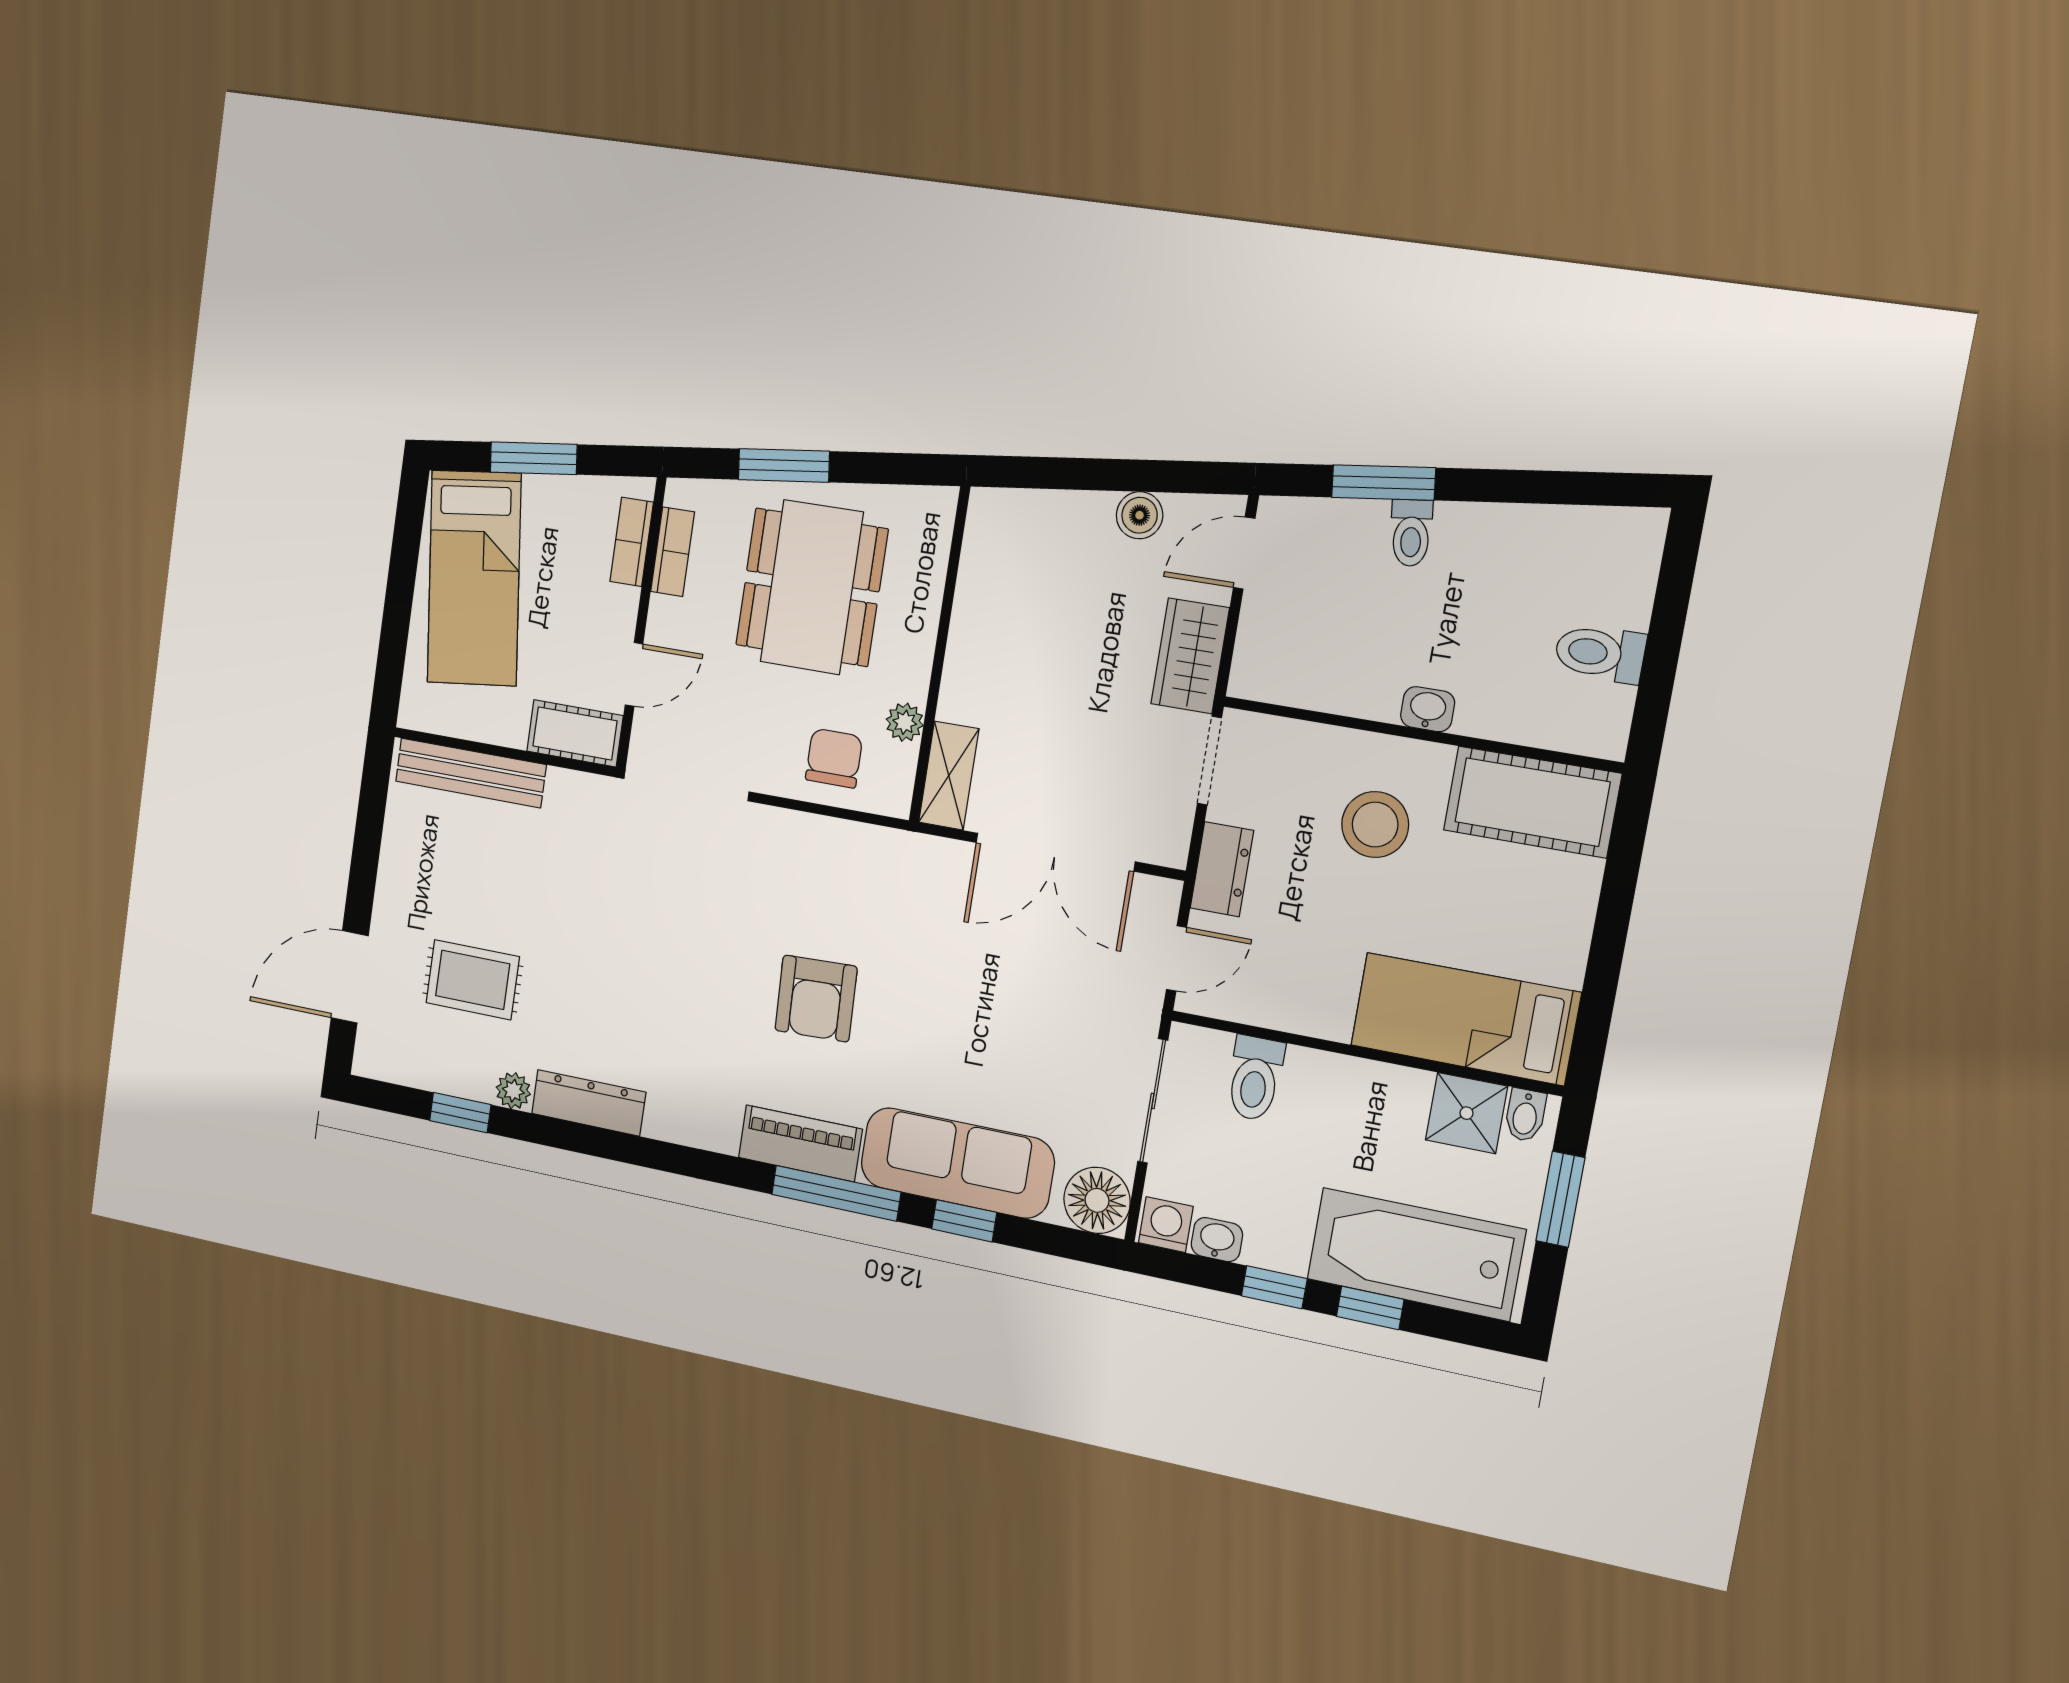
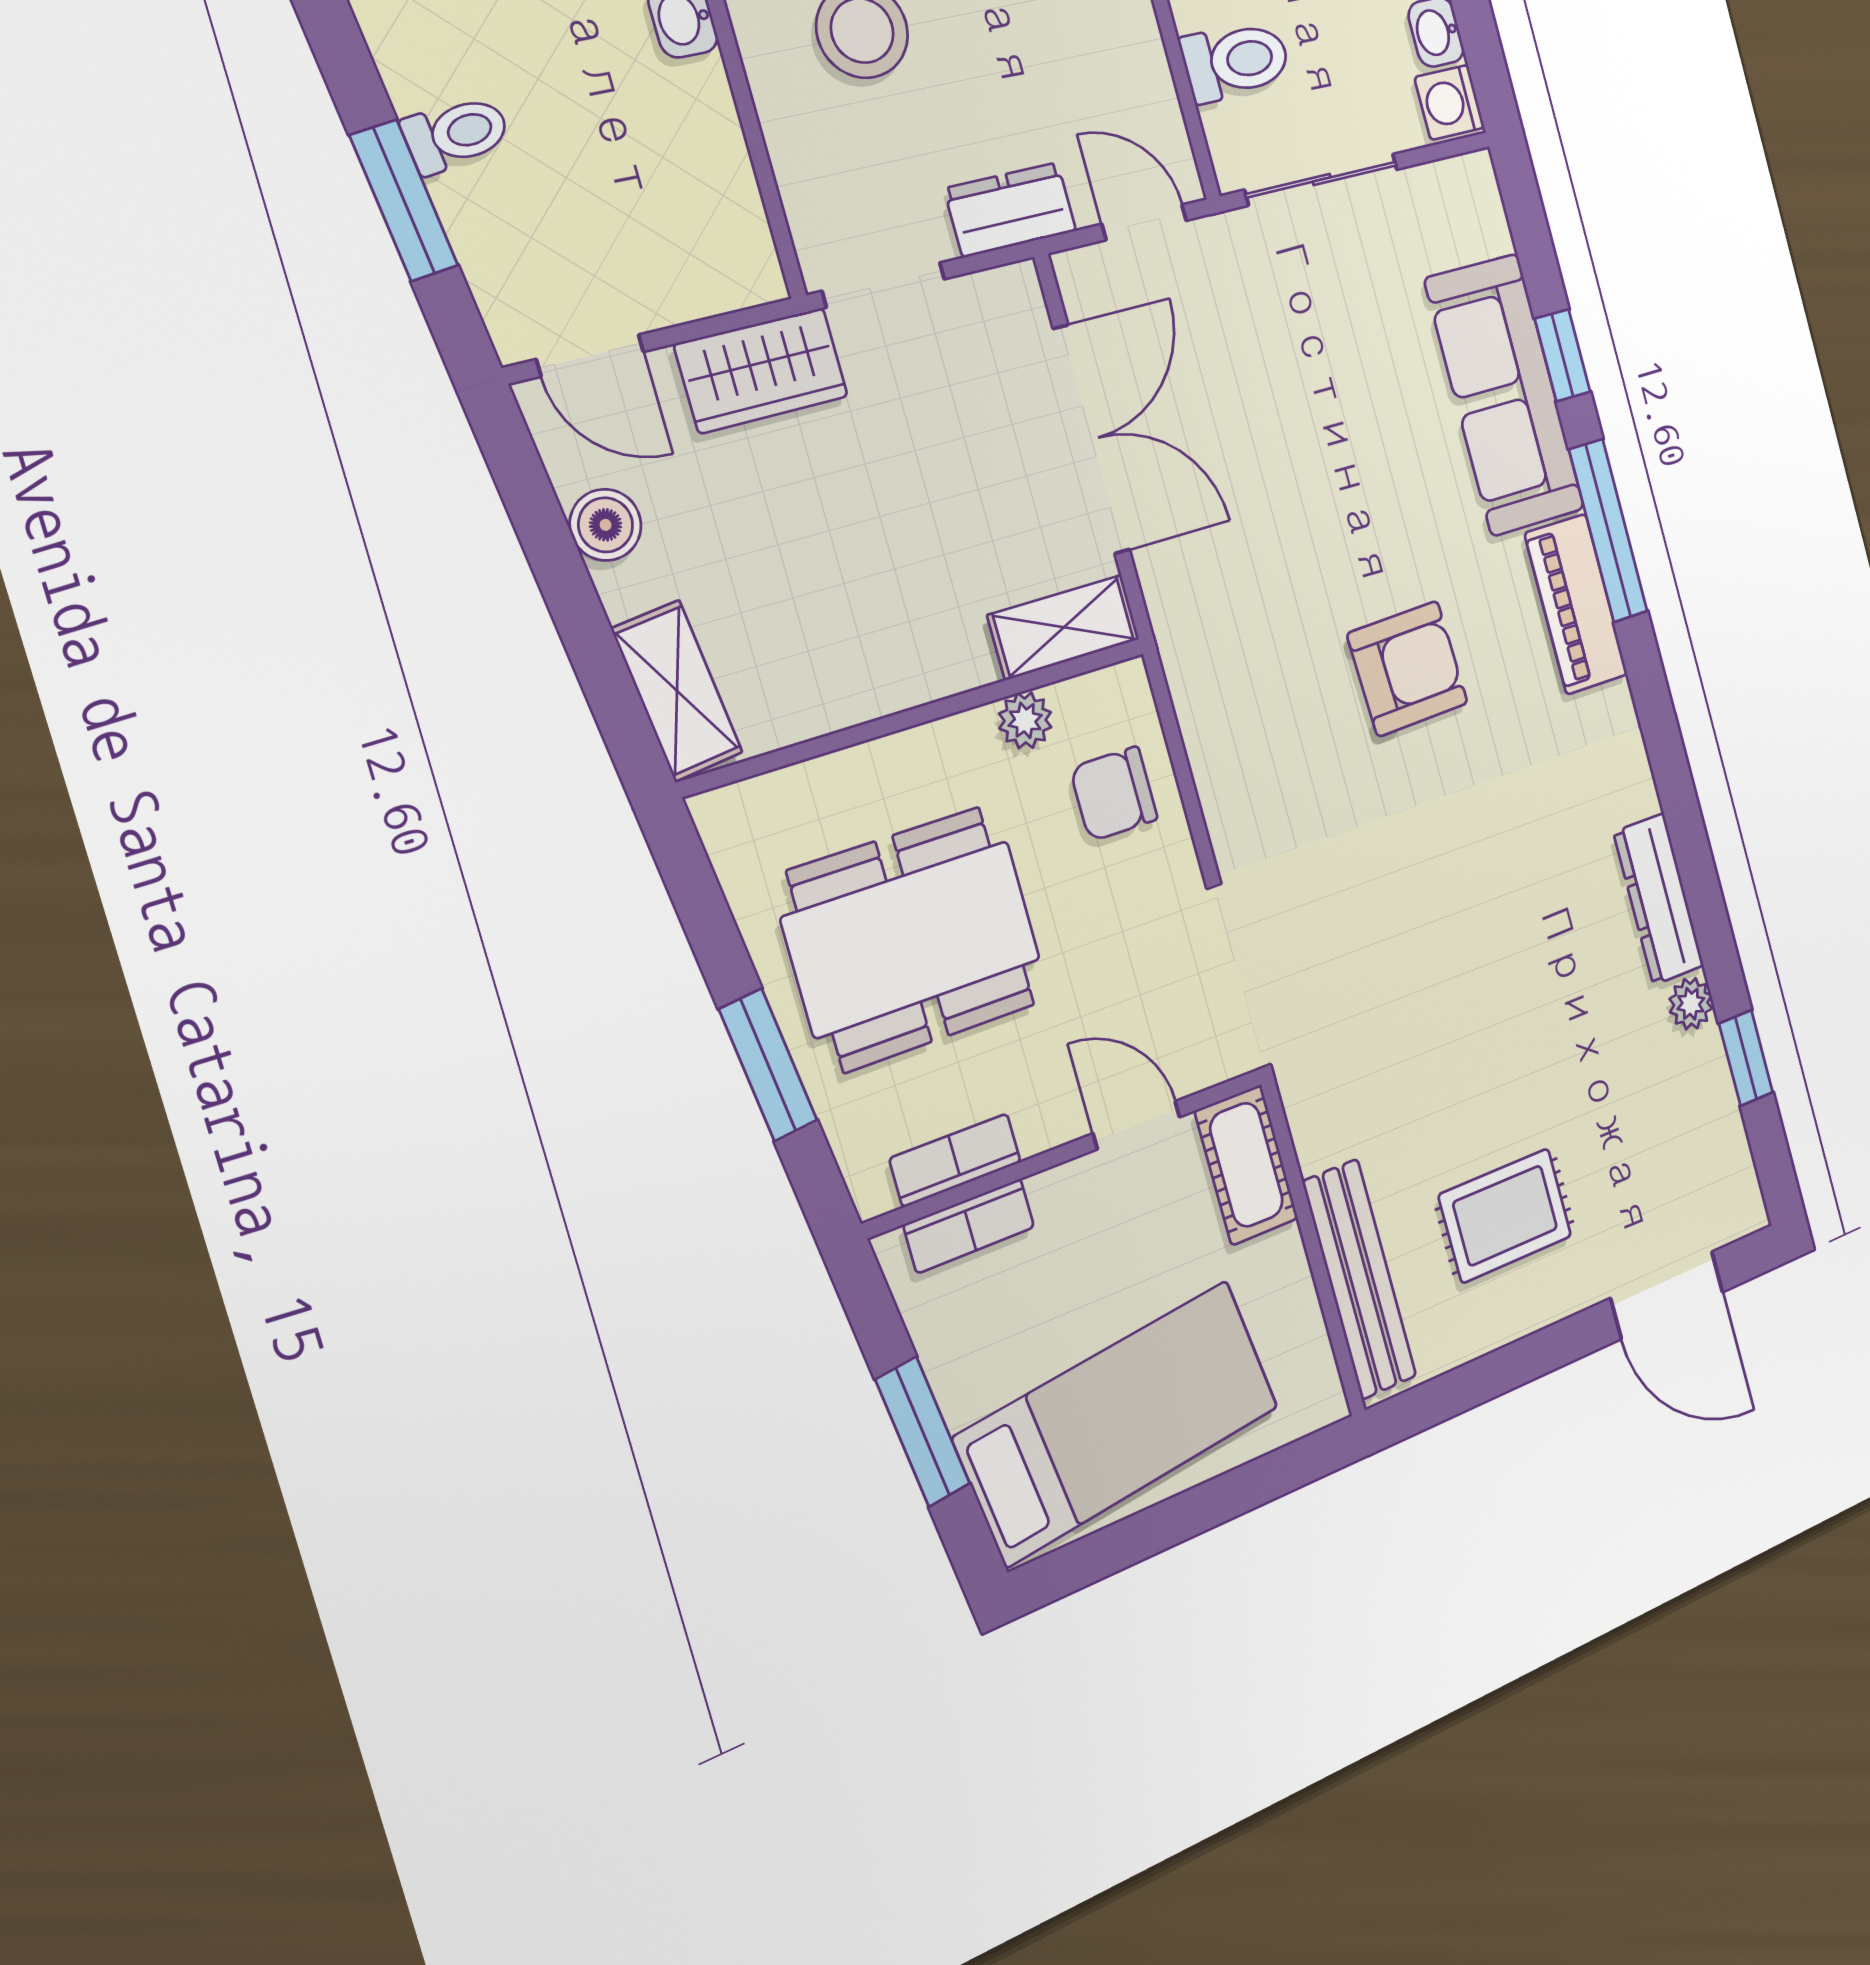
shelving: (1023, 513) -> (677, 691), added
rug: (473, 980) -> (1505, 1216), moved, turned 90
floor lamp: (1097, 1200) -> (1463, 200), removed

